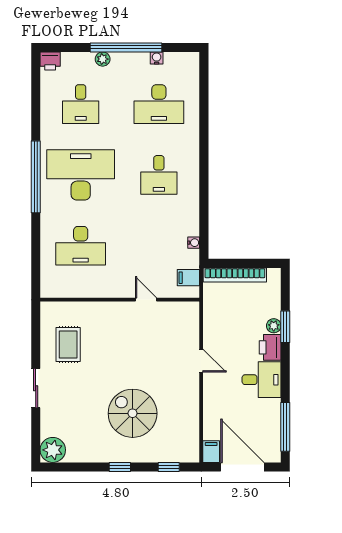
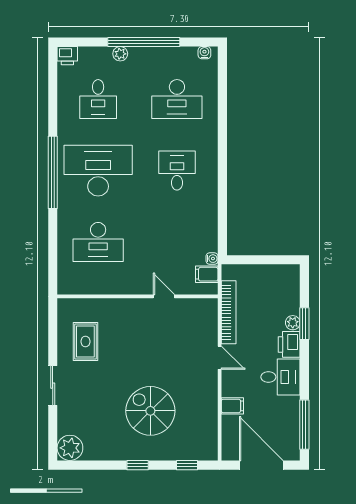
water cooler: (157, 58) -> (204, 53), moved
desk: (159, 175) -> (177, 171), turned 180
water cooler: (194, 243) -> (212, 259), moved
bookcase: (235, 275) -> (229, 312), moved, turned -90
filing cabinet: (211, 452) -> (232, 406), moved, turned 90

